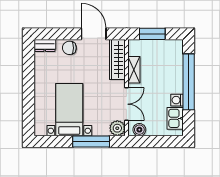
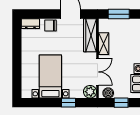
window: (91, 142) -> (68, 103), width x0.46
window: (155, 142) -> (121, 103), added

